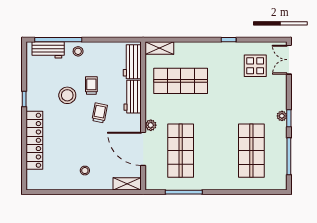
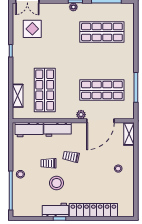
shelving: (159, 48) -> (18, 96), moved
workbench: (48, 50) -> (55, 210), moved, turned -90

